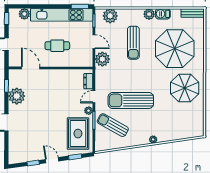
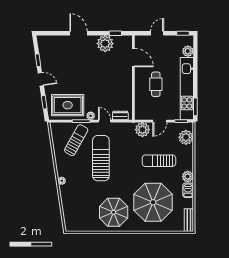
door: (31, 68) -> (133, 58), hinge flipped
door: (52, 160) -> (41, 79), hinge flipped

